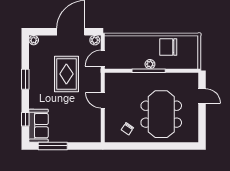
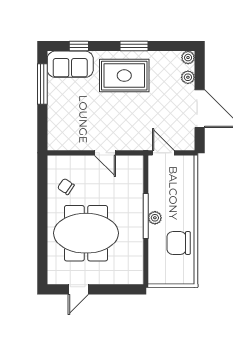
plant: (95, 40) -> (188, 77), moved
chair: (168, 47) -> (179, 243), turned -90
rug: (66, 74) -> (124, 76), moved
door: (202, 96) -> (78, 289), moved
door: (103, 100) -> (105, 153), swing flipped

